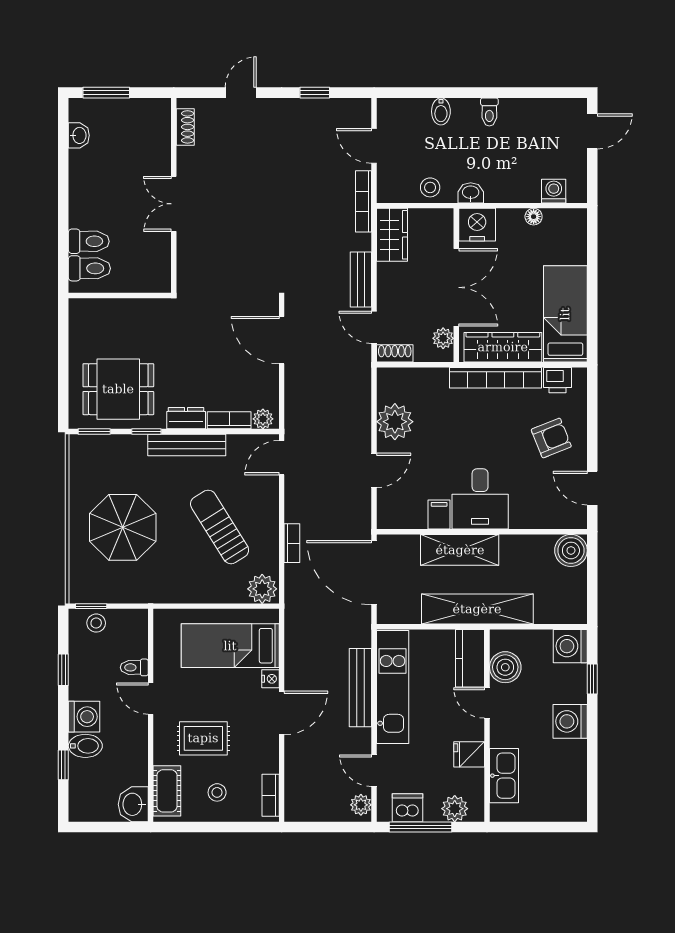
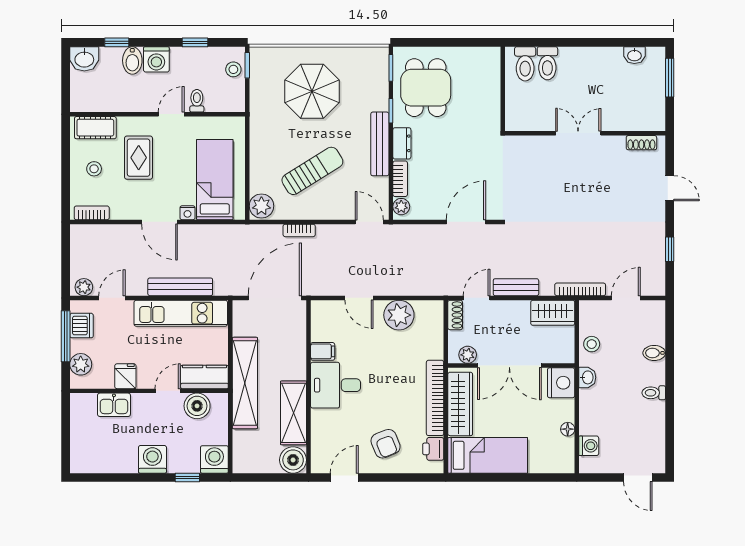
shelving: (460, 550) -> (294, 413), moved
kitchen sink: (504, 776) -> (114, 405), width x0.73
washbasin: (133, 804) -> (84, 59), moved, turned 180

